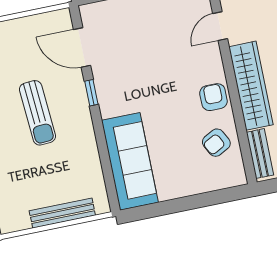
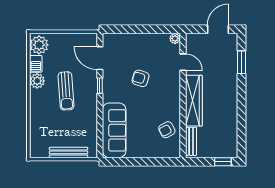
door: (220, 26) -> (183, 62), swing flipped
armchair: (213, 97) -> (141, 78), moved, turned -73

